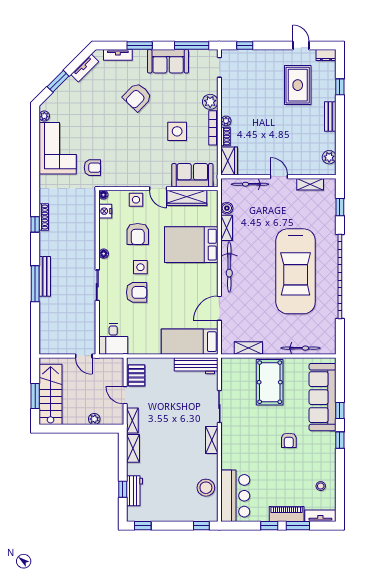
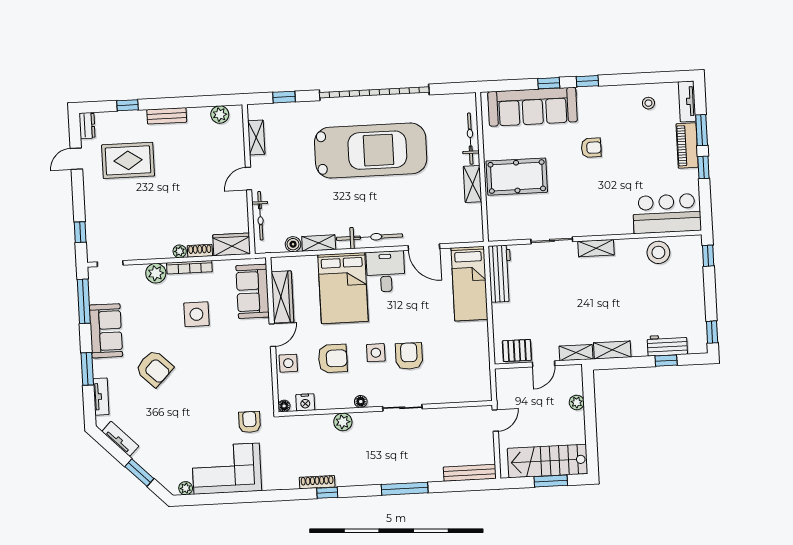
plant: (89, 239) -> (343, 422), added
bench: (45, 276) -> (470, 473), moved
desk: (113, 339) -> (386, 271), moved, turned -90
shelving: (248, 348) -> (473, 184), moved

